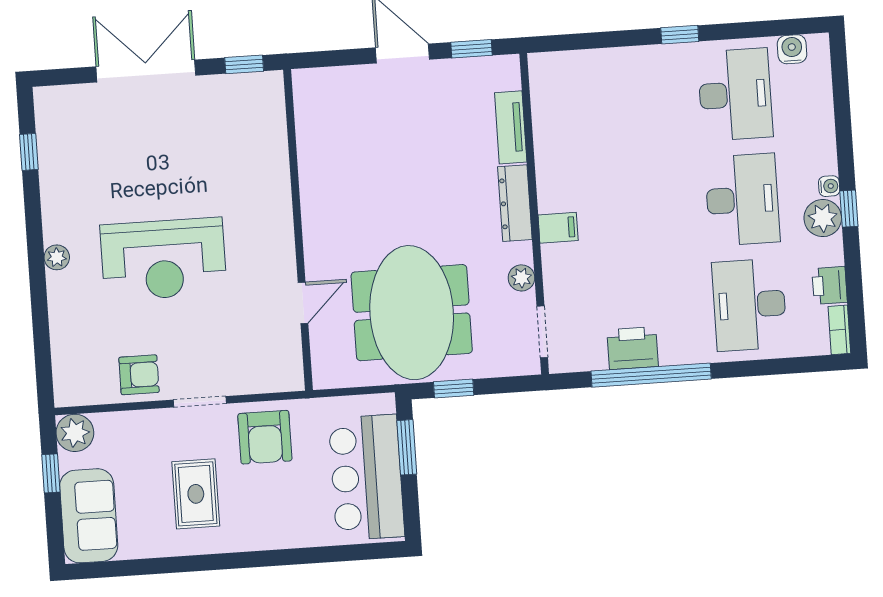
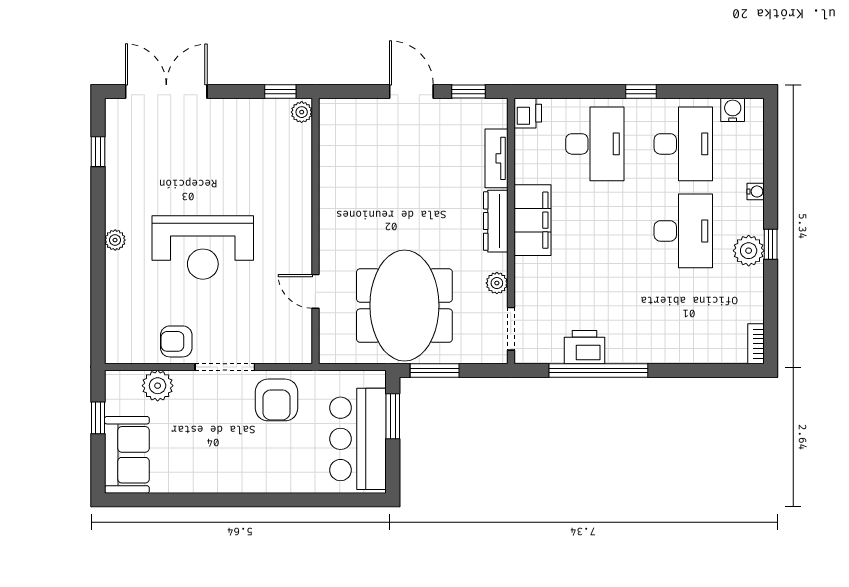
double door: (146, 71) -> (166, 91), moved
plant: (272, 87) -> (302, 112), added
water cooler: (829, 186) -> (756, 191), moved
filing cabinet: (558, 228) -> (533, 220), width x3.00, depth x1.17
printer: (830, 285) -> (528, 113), moved, turned 180
door: (303, 303) -> (315, 291), swing flipped
desk: (749, 305) -> (595, 144), moved, turned 180
armchair: (139, 375) -> (176, 341), turned 180
window: (454, 389) -> (435, 370), width x1.50
doorway: (200, 402) -> (225, 367), width x1.38
plant: (75, 433) -> (158, 386), moved
rug: (196, 494) -> (216, 443), removed

